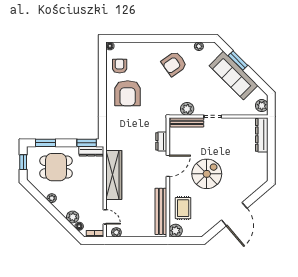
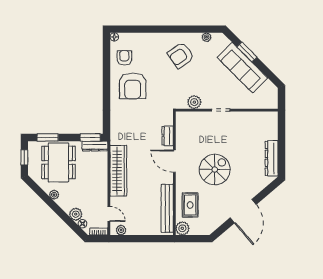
plant: (262, 106) -> (272, 99), removed
bench: (187, 122) -> (194, 116), removed
dresser: (262, 135) -> (272, 158), moved
door: (168, 166) -> (174, 161), swing flipped
dining table: (56, 167) -> (58, 162), width x1.38

